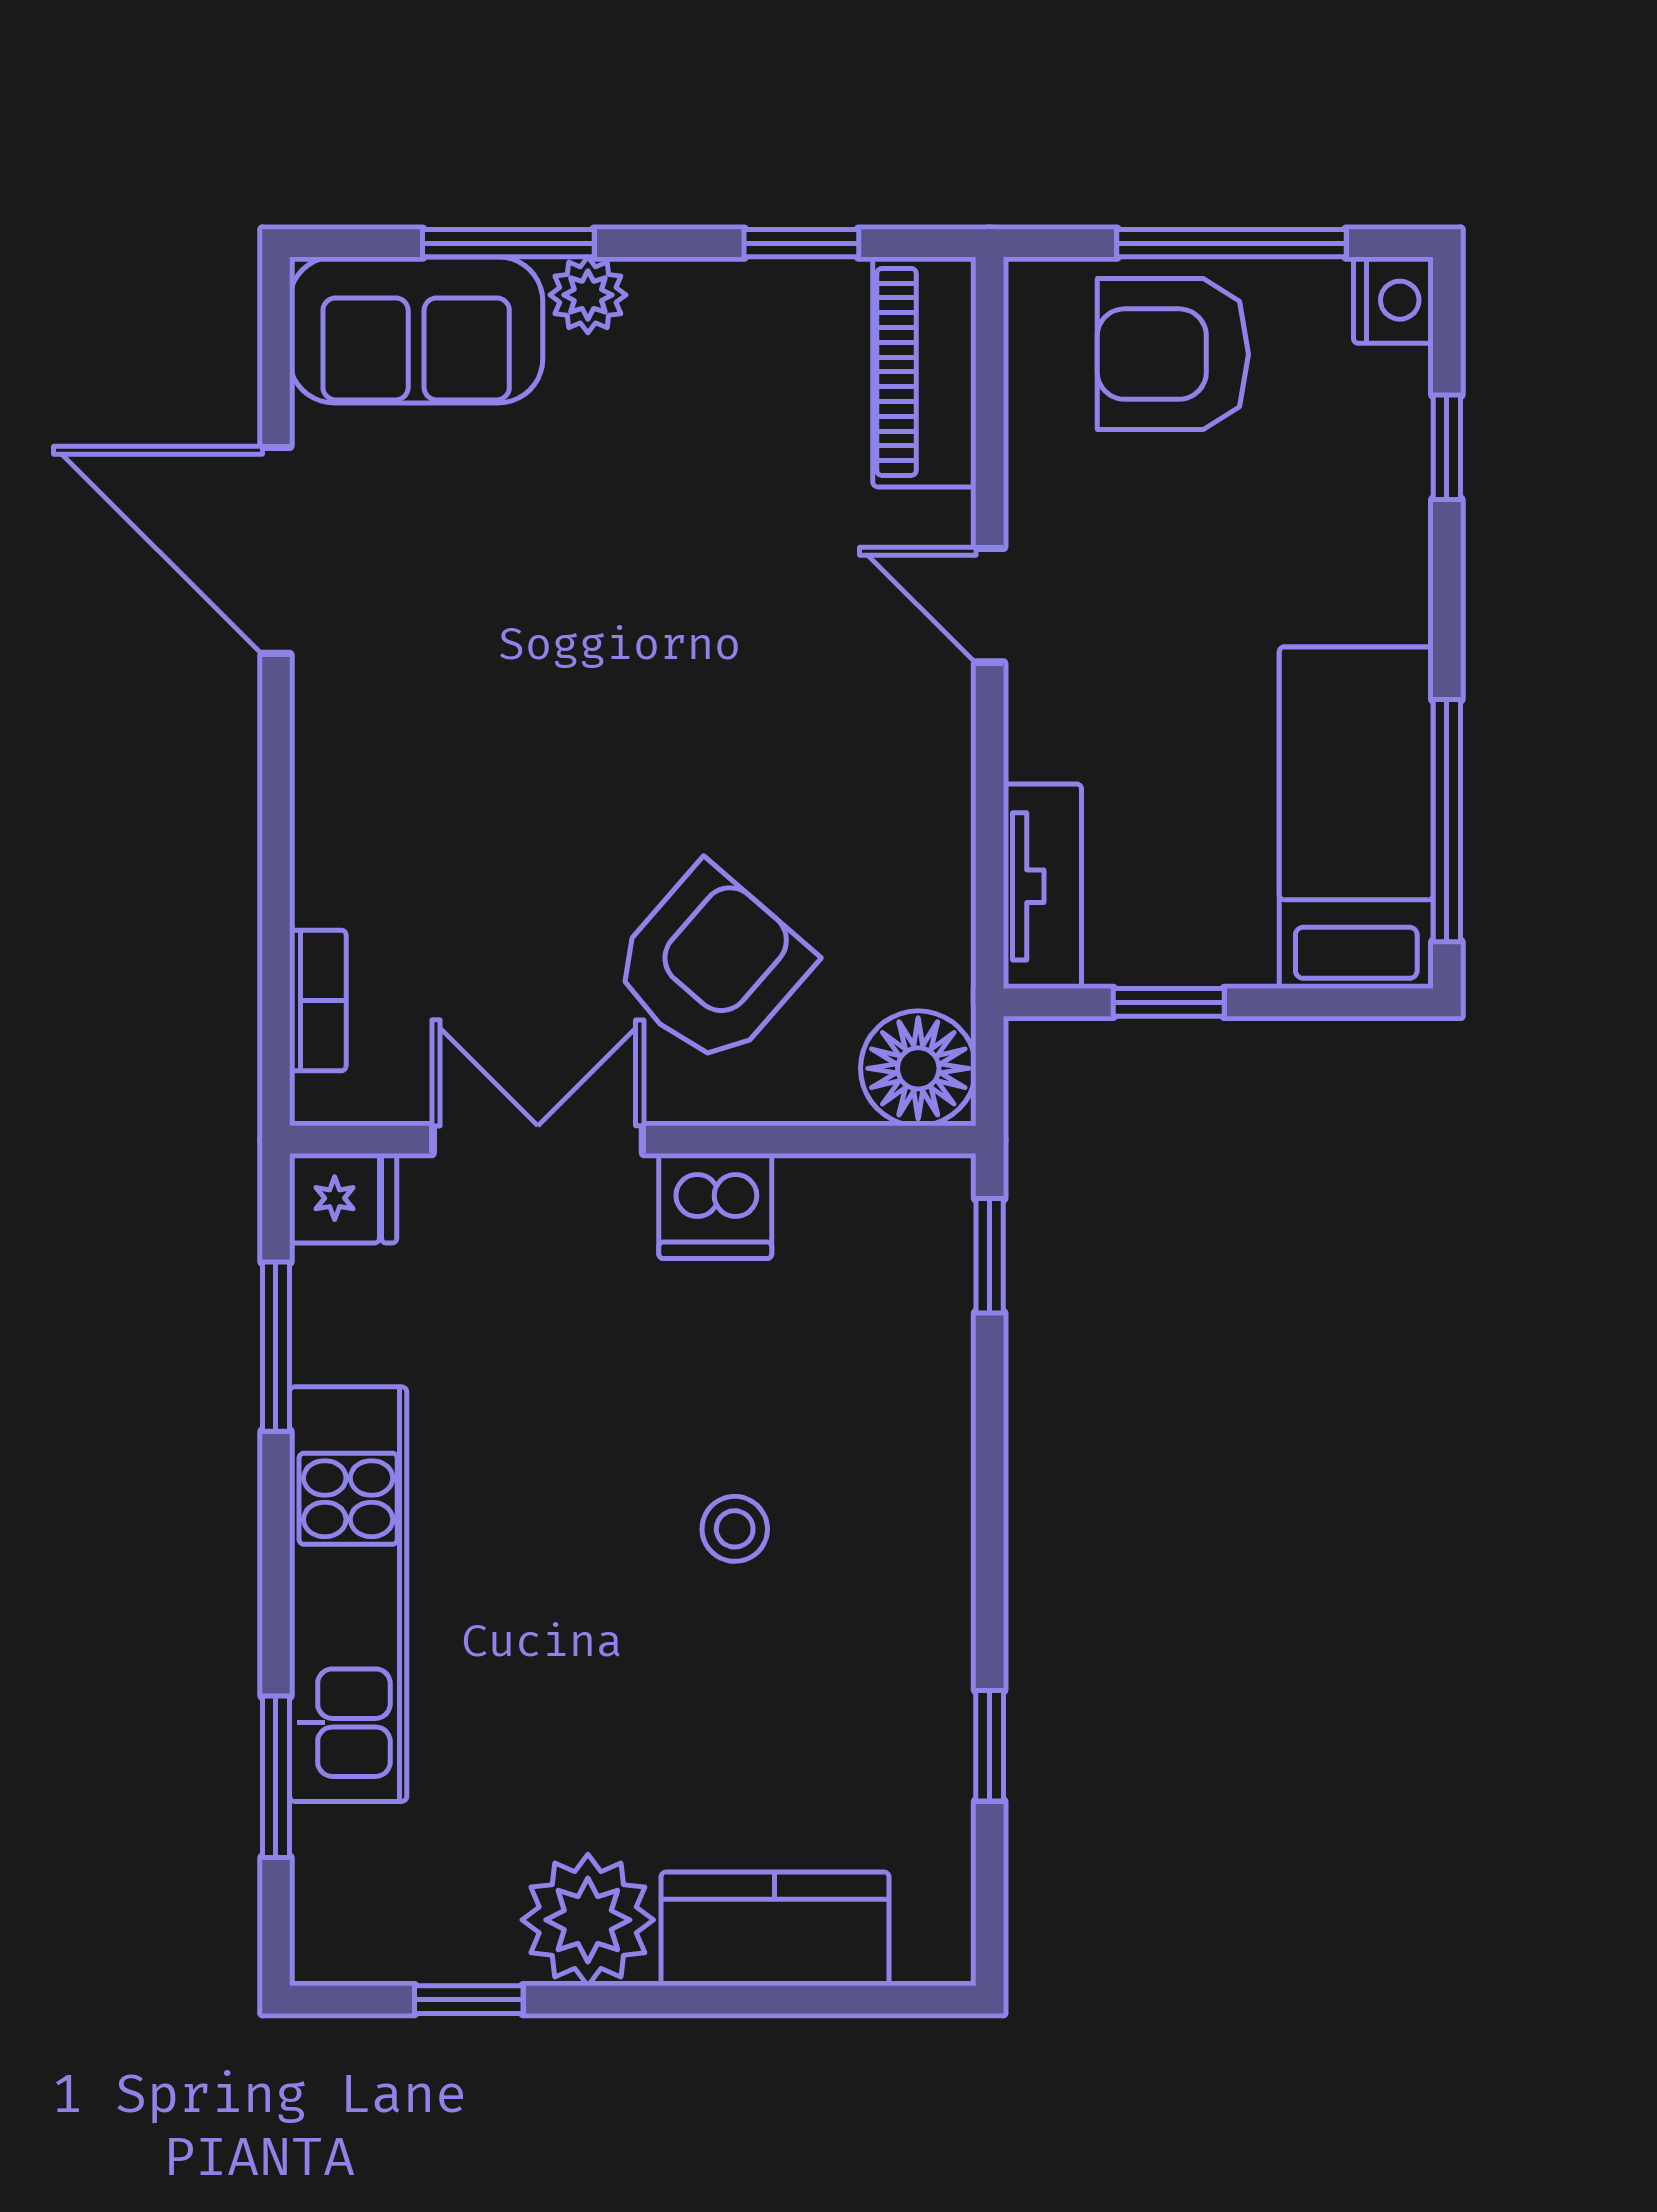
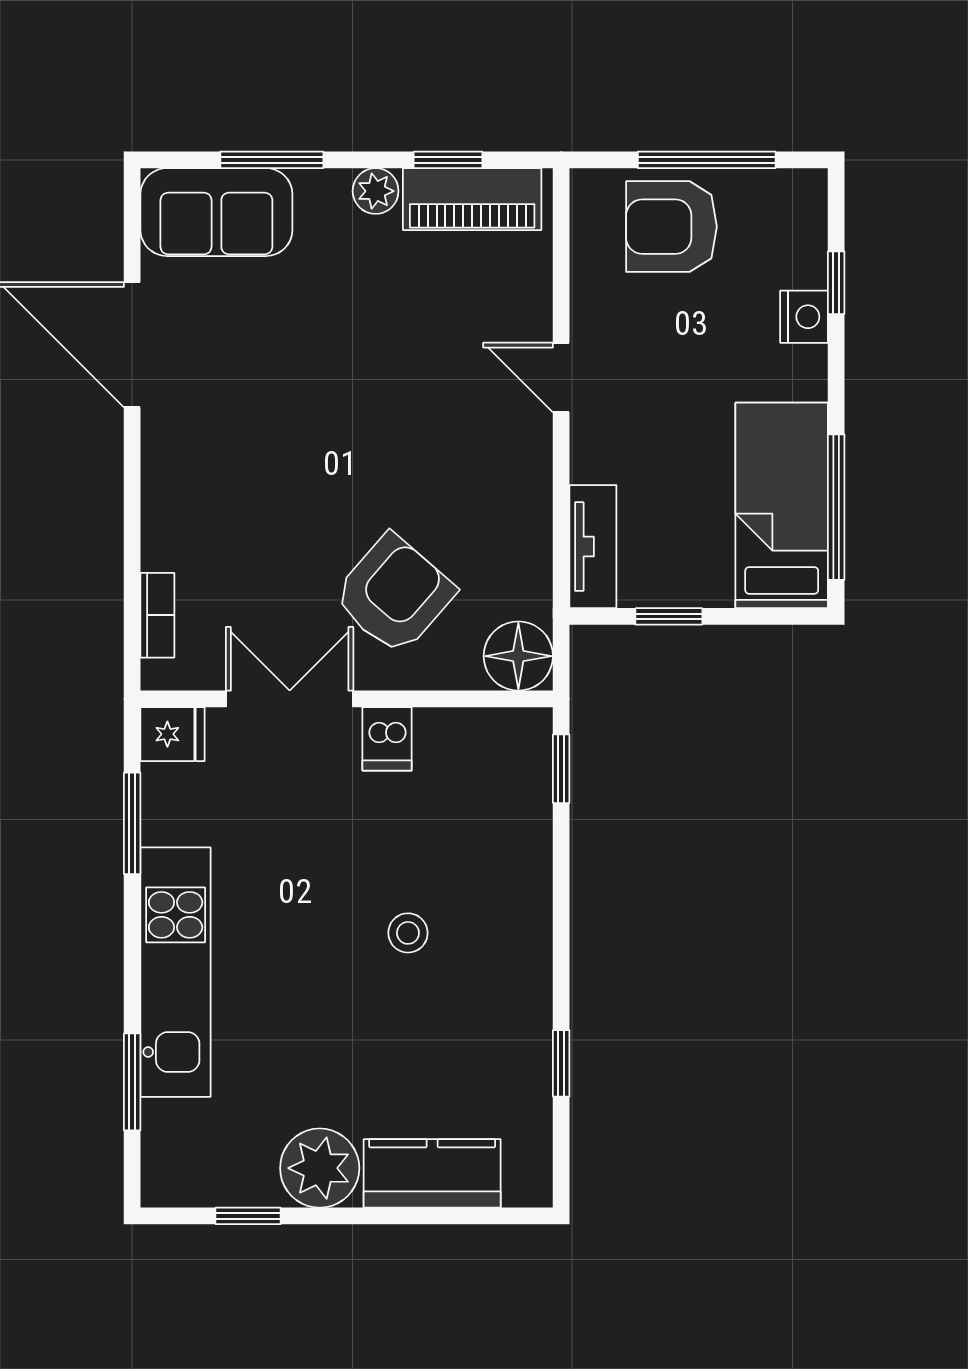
plant: (588, 295) -> (376, 191), moved
nightstand: (1393, 300) -> (804, 317), moved
piano: (924, 372) -> (472, 199), moved, turned -90
dishwasher: (715, 1206) -> (387, 739), width x0.73

